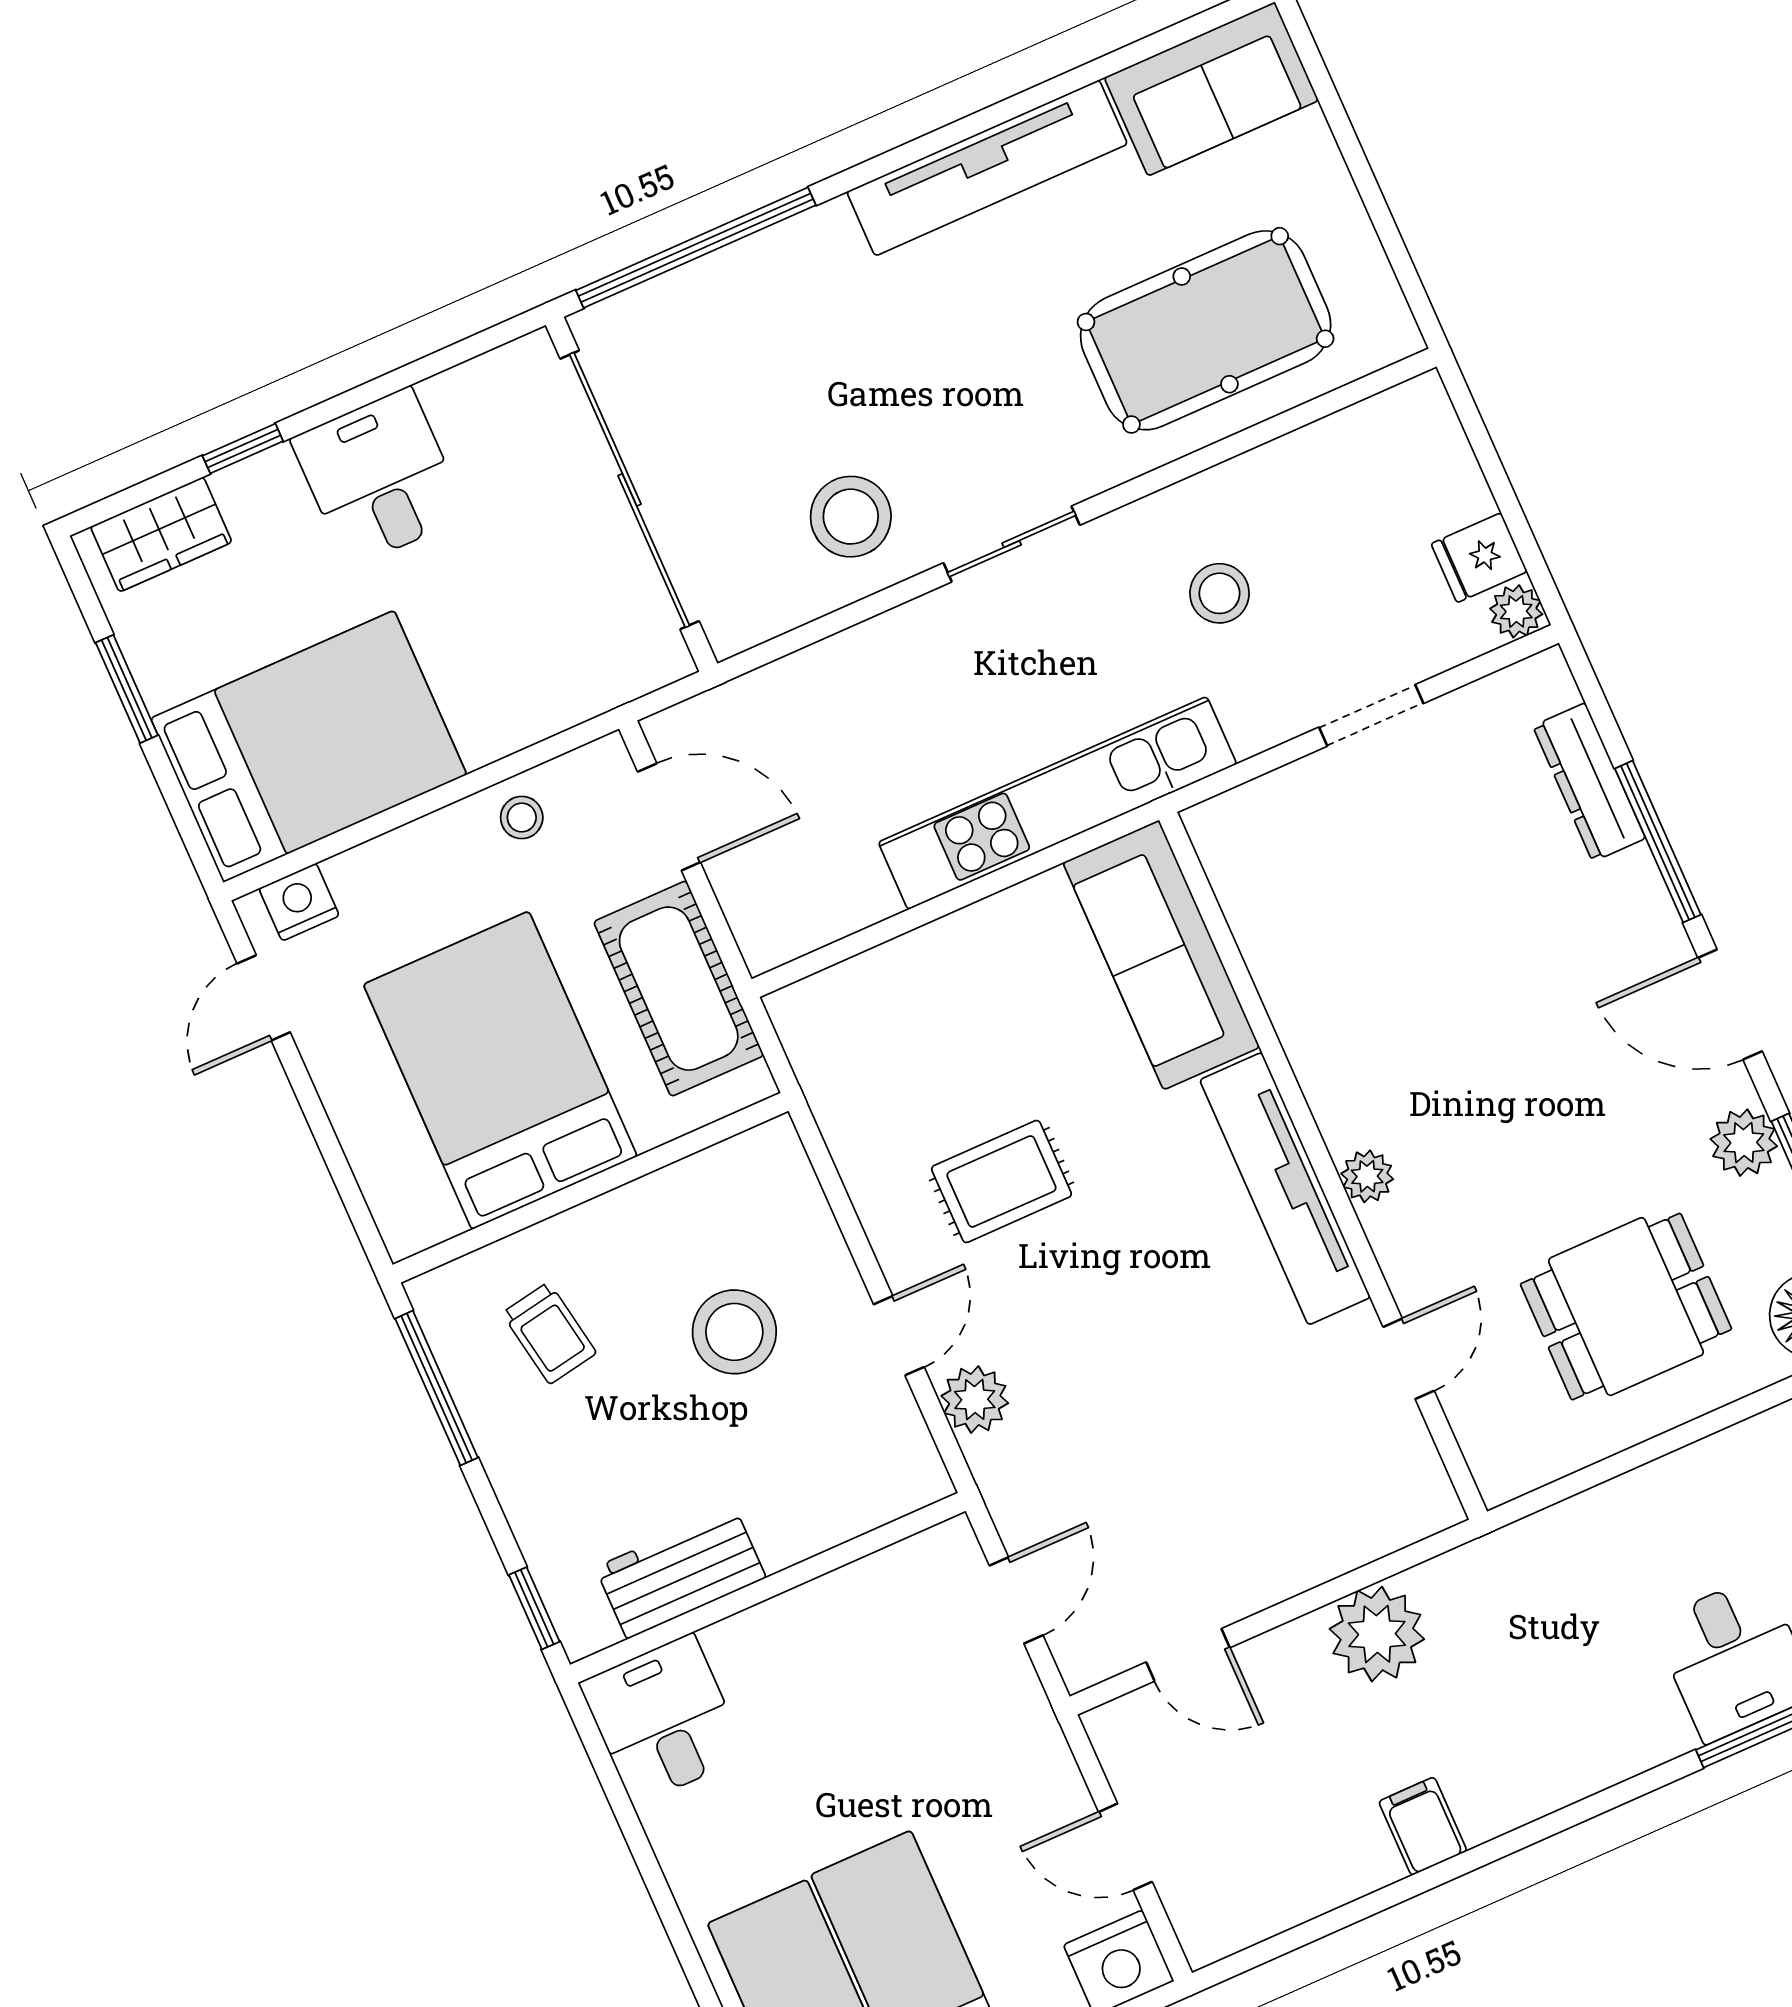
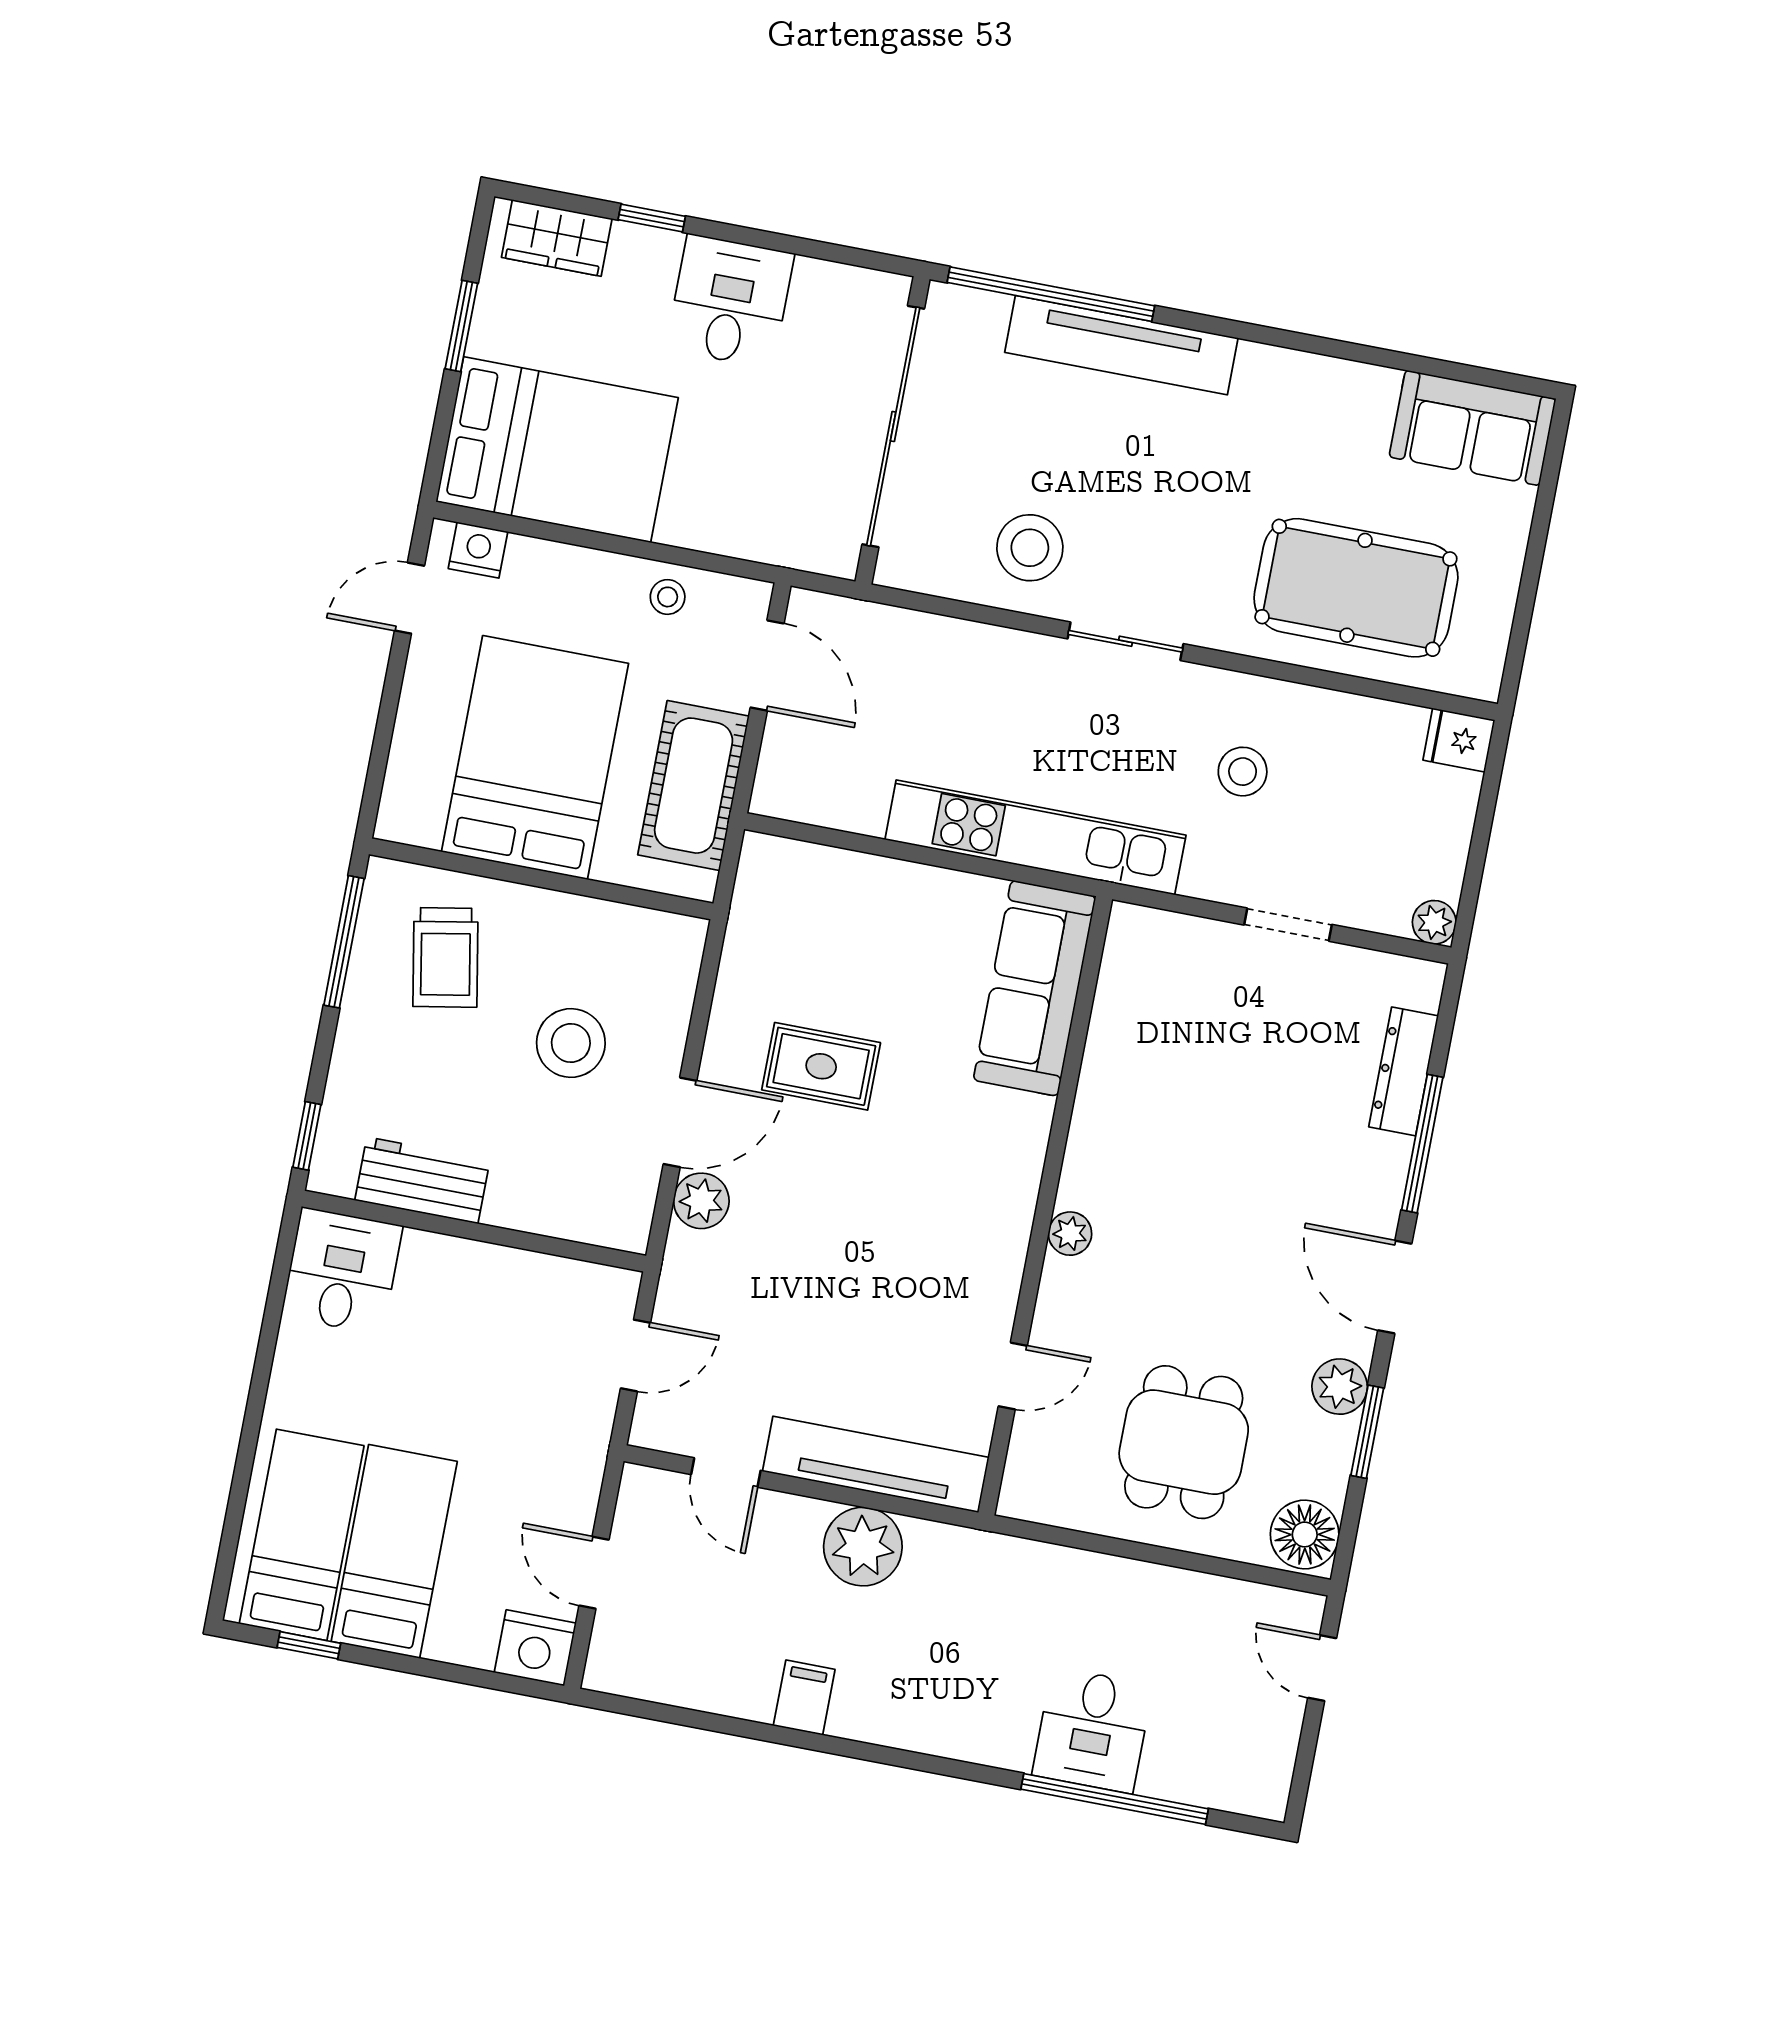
tv unit: (987, 168) -> (1121, 345), moved
fridge: (1479, 558) -> (1459, 740), moved
tv unit: (1285, 1189) -> (876, 1464), moved, turned 90
dining table: (1626, 1307) -> (1184, 1442), turned 90
trolley: (549, 1333) -> (445, 957), width x1.36, depth x1.39
door: (899, 1336) -> (680, 1122), width x1.38

